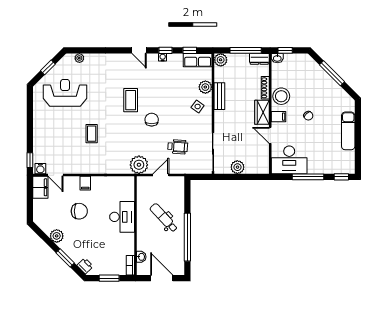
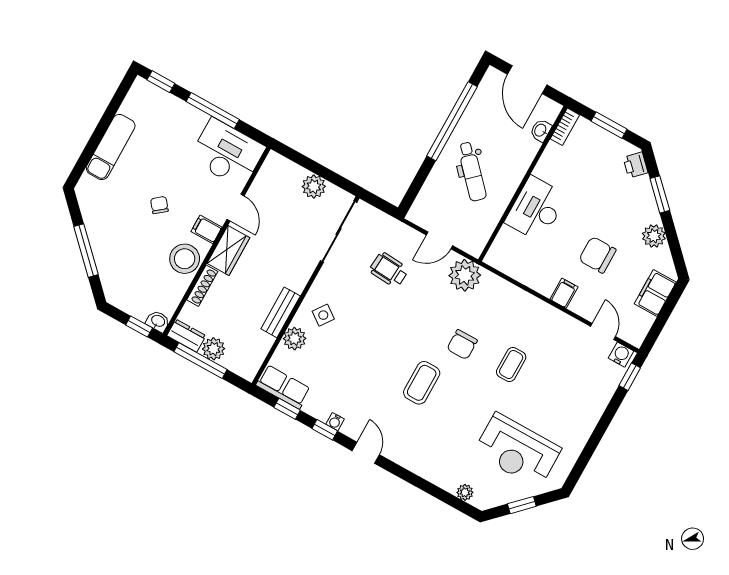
plant: (221, 60) -> (214, 349), moved
chair: (152, 120) -> (462, 345), moved
filing cabinet: (40, 187) -> (655, 293), moved

